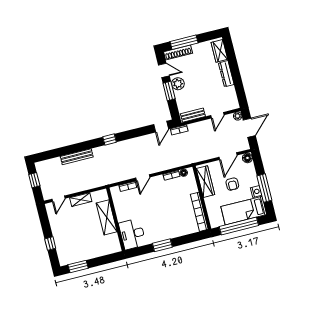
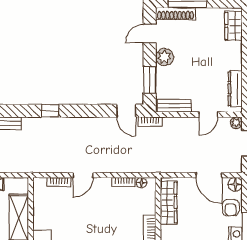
door: (164, 70) -> (150, 34), swing flipped
dresser: (226, 74) -> (235, 89), moved
window: (169, 91) -> (150, 80), moved
door: (161, 127) -> (126, 111), hinge flipped
door: (228, 156) -> (209, 175), hinge flipped
armchair: (232, 184) -> (231, 208), moved

